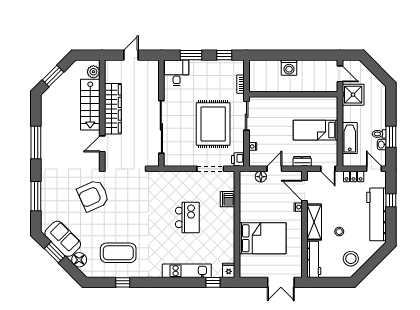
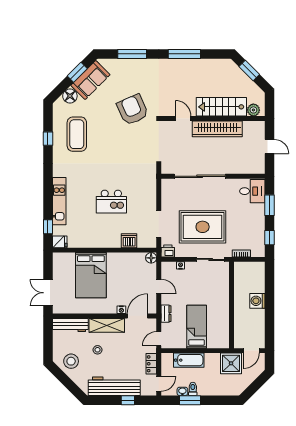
floor lamp: (261, 177) -> (151, 258), moved

